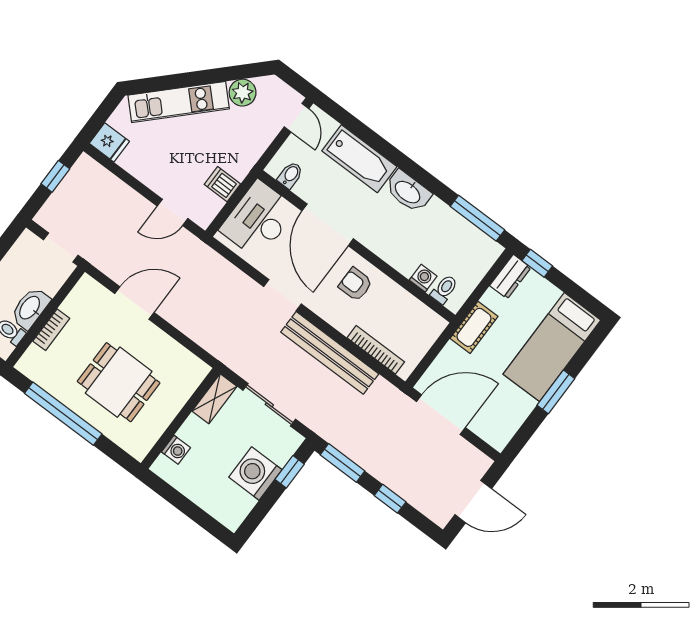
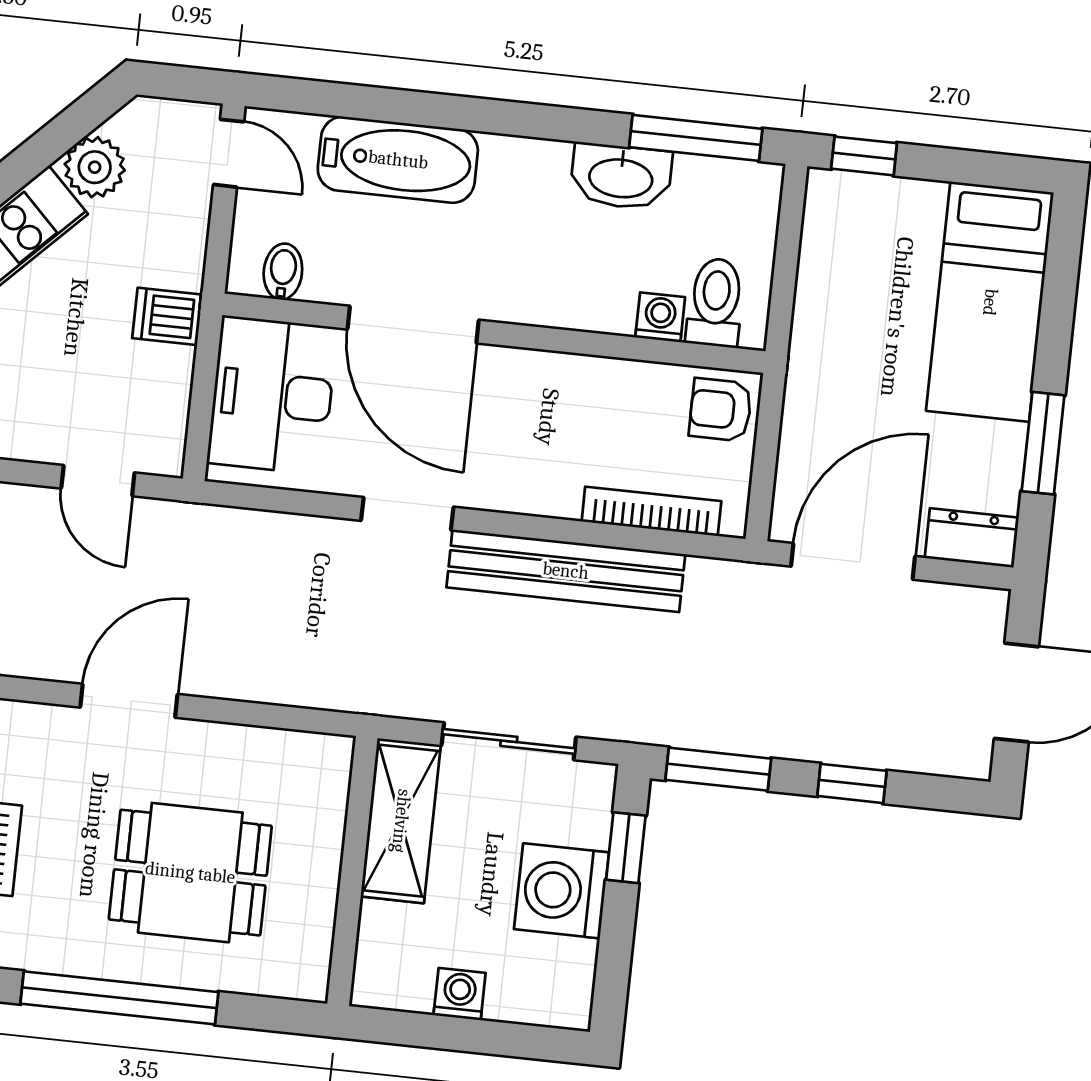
dishwasher: (222, 184) -> (167, 316), moved
washbasin: (408, 191) -> (621, 177), moved
door: (173, 212) -> (98, 481), hinge flipped
dresser: (510, 277) -> (972, 538), moved, turned -90
armchair: (355, 284) -> (721, 410), moved
toilet: (444, 289) -> (715, 302), width x1.37, depth x1.39
cot: (474, 327) -> (816, 354), removed
window: (556, 392) -> (1043, 443), moved
shelving: (214, 399) -> (401, 821), width x1.50, depth x1.33
washing machine: (176, 450) -> (460, 994), moved, turned -90

